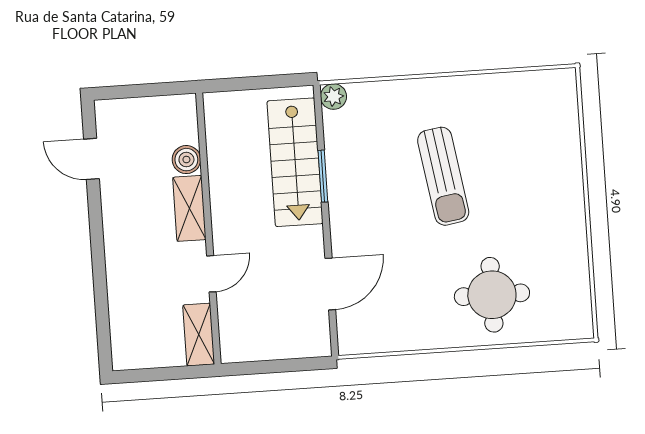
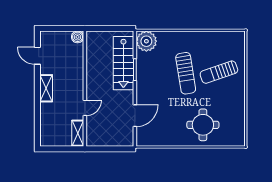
plant: (333, 97) -> (146, 41), width x1.88, depth x1.88
boiler: (186, 160) -> (78, 37), moved
sun lounger: (521, 168) -> (219, 72), added
shelving: (189, 208) -> (46, 88), moved

